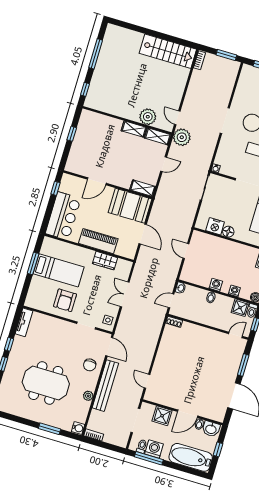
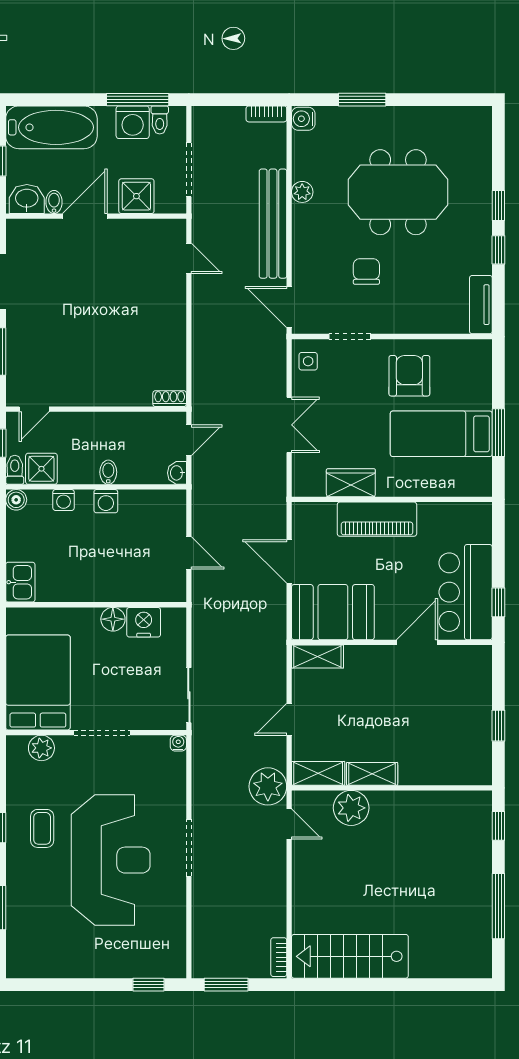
bar counter: (63, 216) -> (466, 592), moved
chair: (90, 365) -> (366, 271), moved

